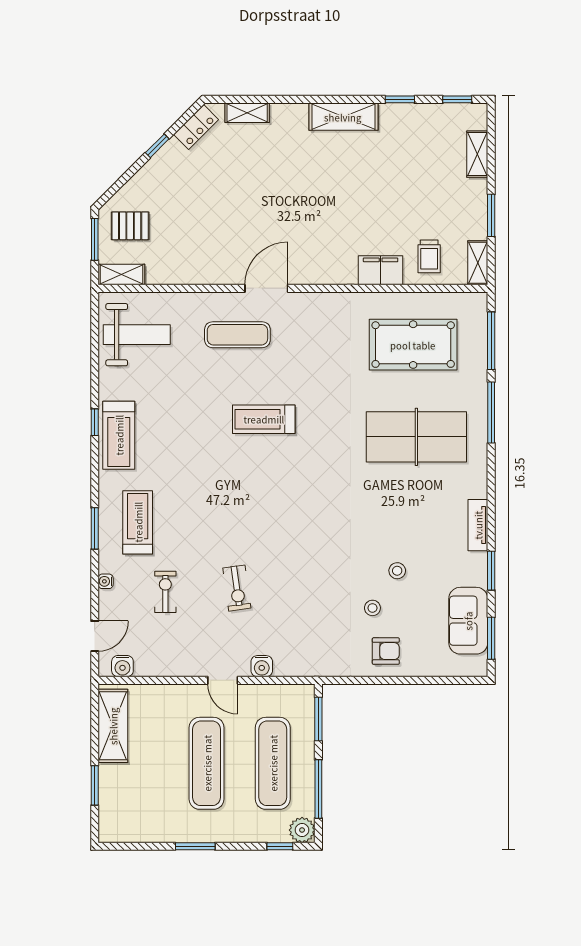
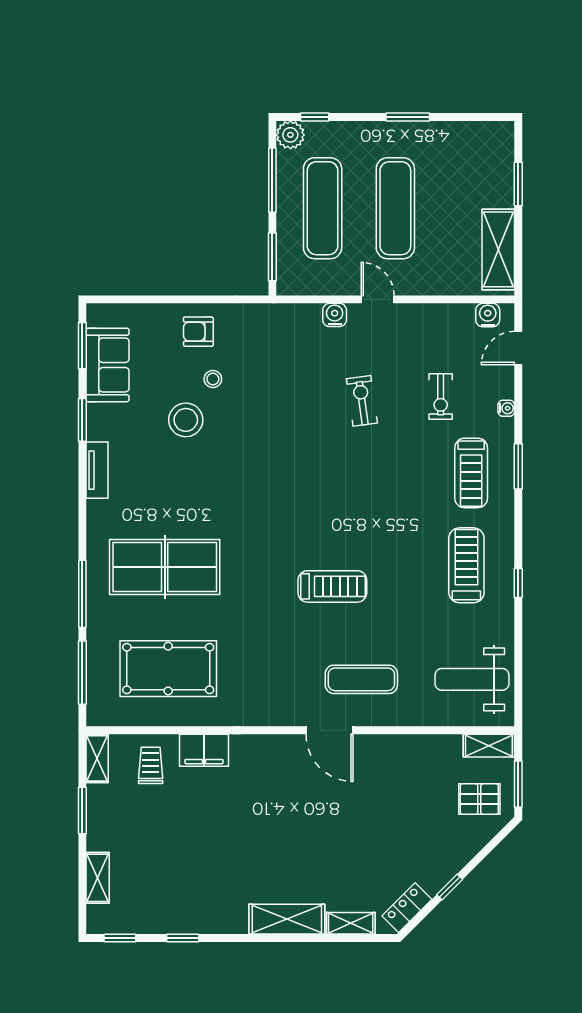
shelving: (343, 117) -> (287, 919), moved
door: (266, 288) -> (329, 730), hinge flipped
treadmill: (119, 435) -> (466, 565), moved
stool: (397, 571) -> (186, 420), width x1.89, depth x1.89

